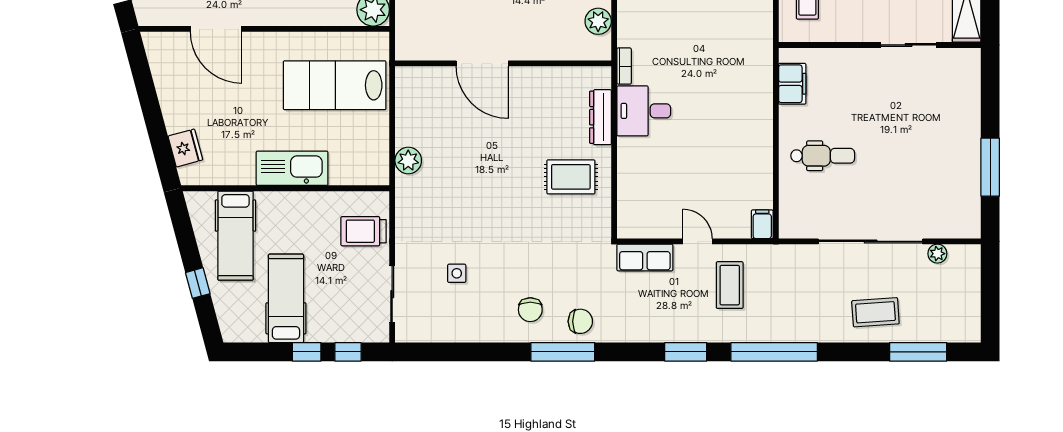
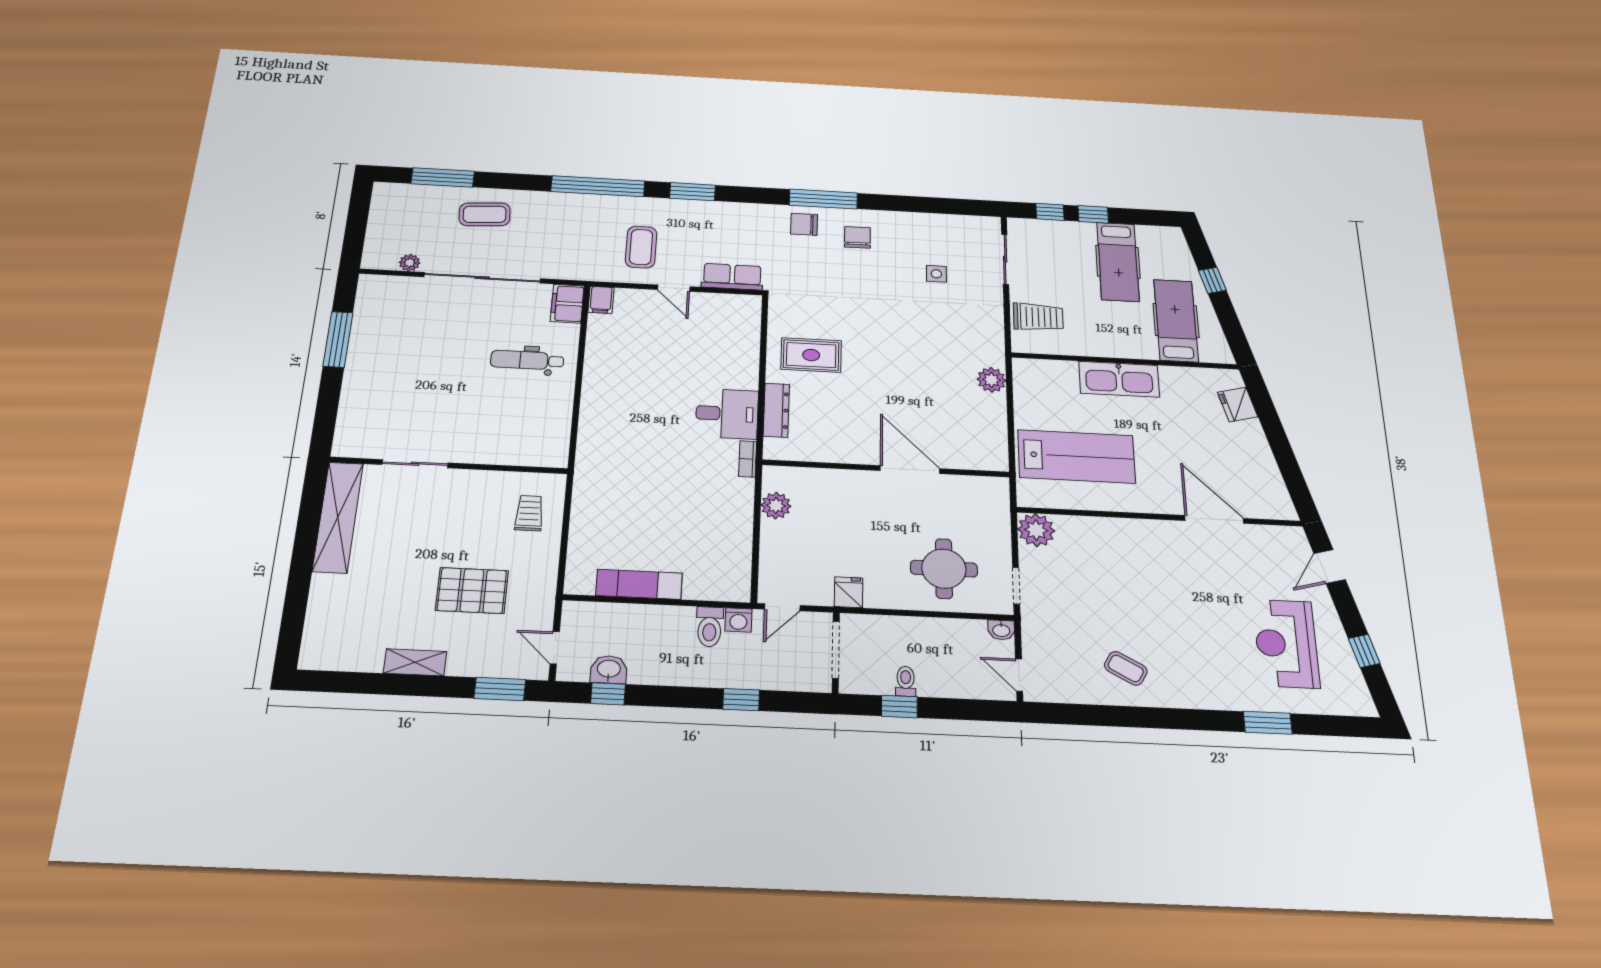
filing cabinet: (792, 84) -> (567, 304), moved

